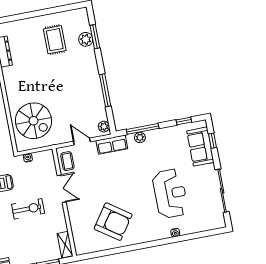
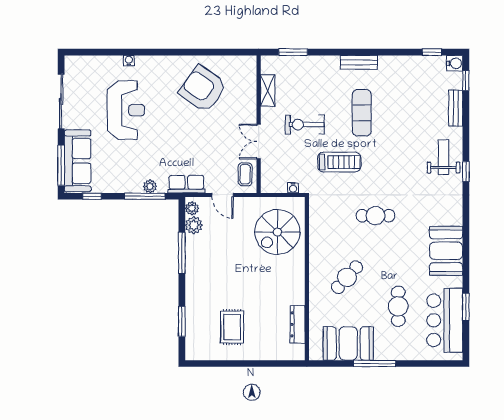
plant: (86, 39) -> (194, 225), moved
spiral stairs: (33, 121) -> (277, 232), turned -90
window: (213, 141) -> (61, 165), width x2.17
sofa: (200, 147) -> (78, 161), width x1.36
reception desk: (170, 193) -> (126, 110), turned 180
shelving: (65, 245) -> (268, 91), moved

